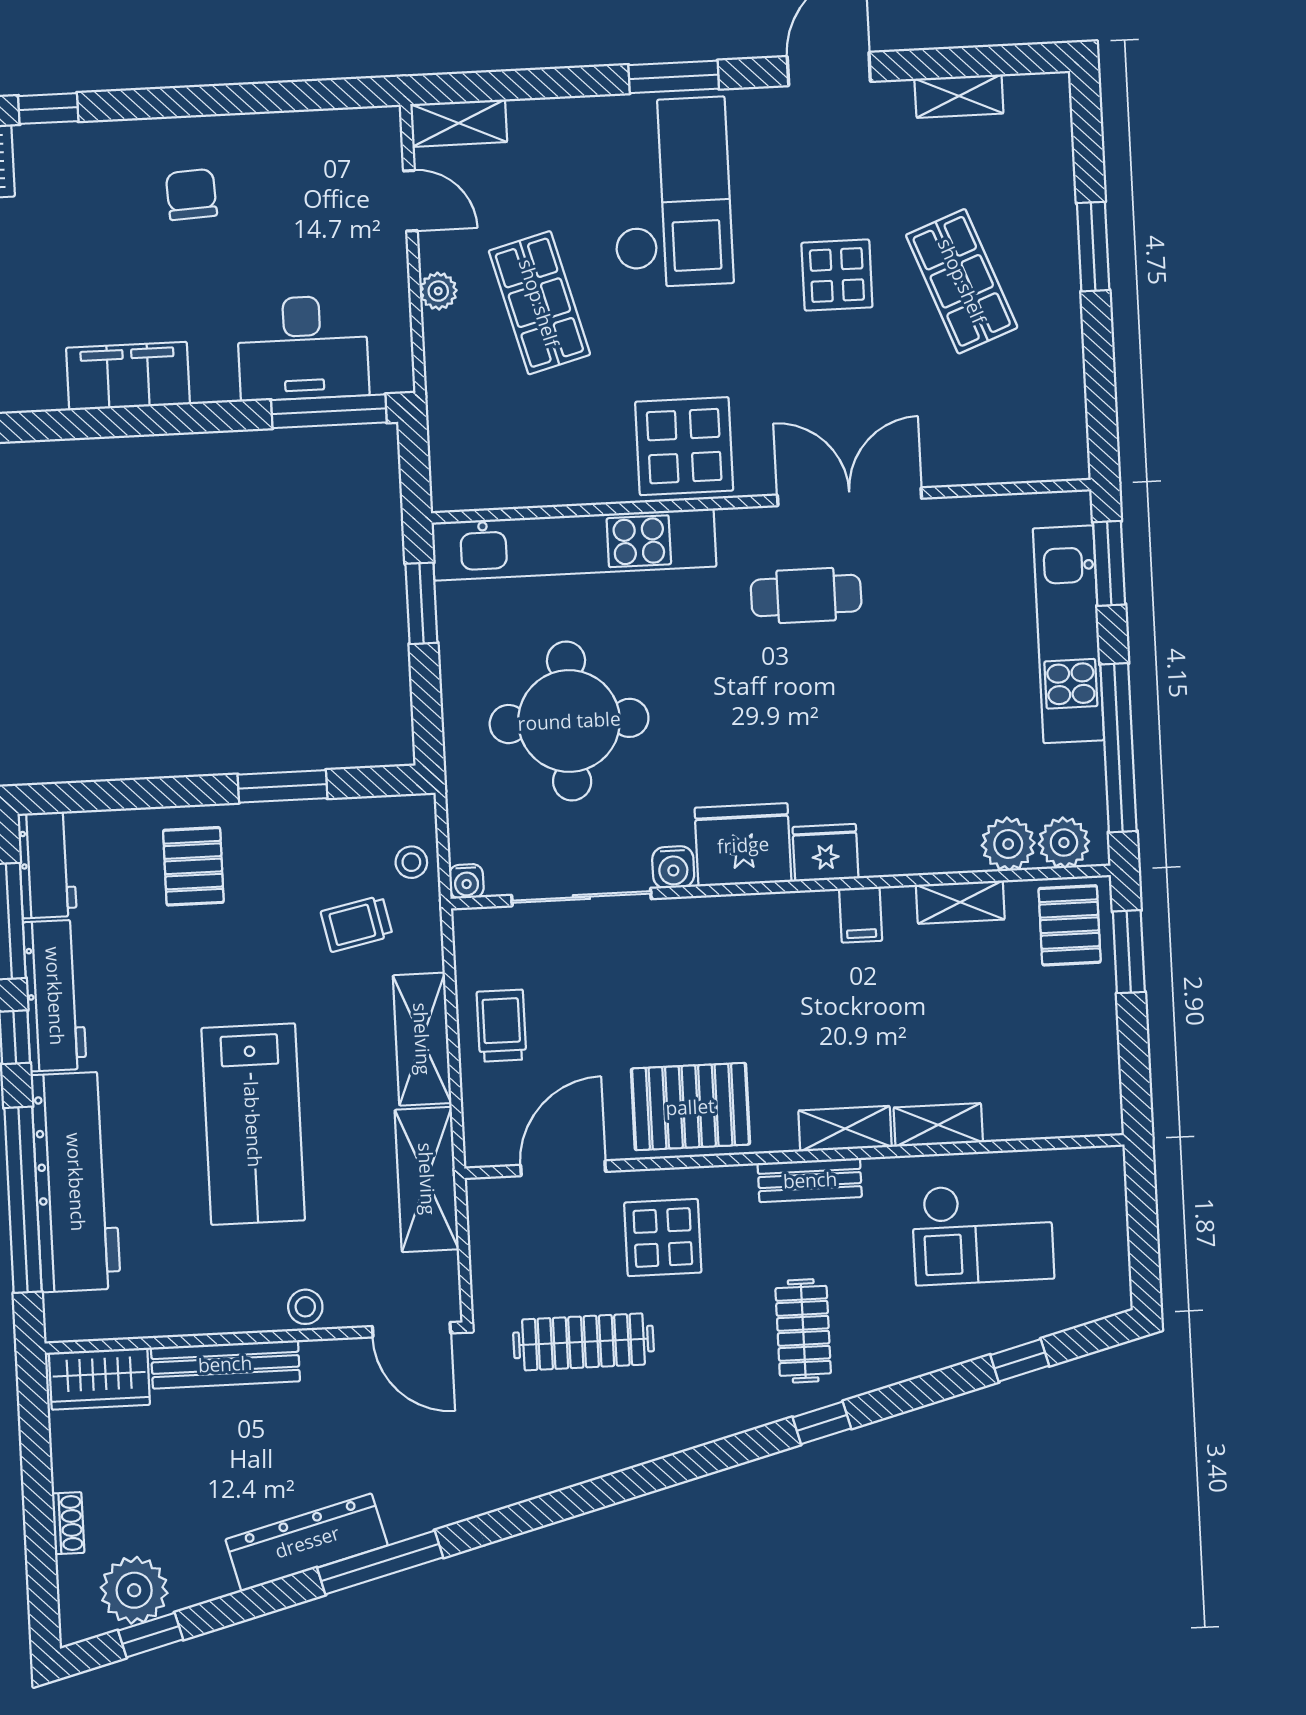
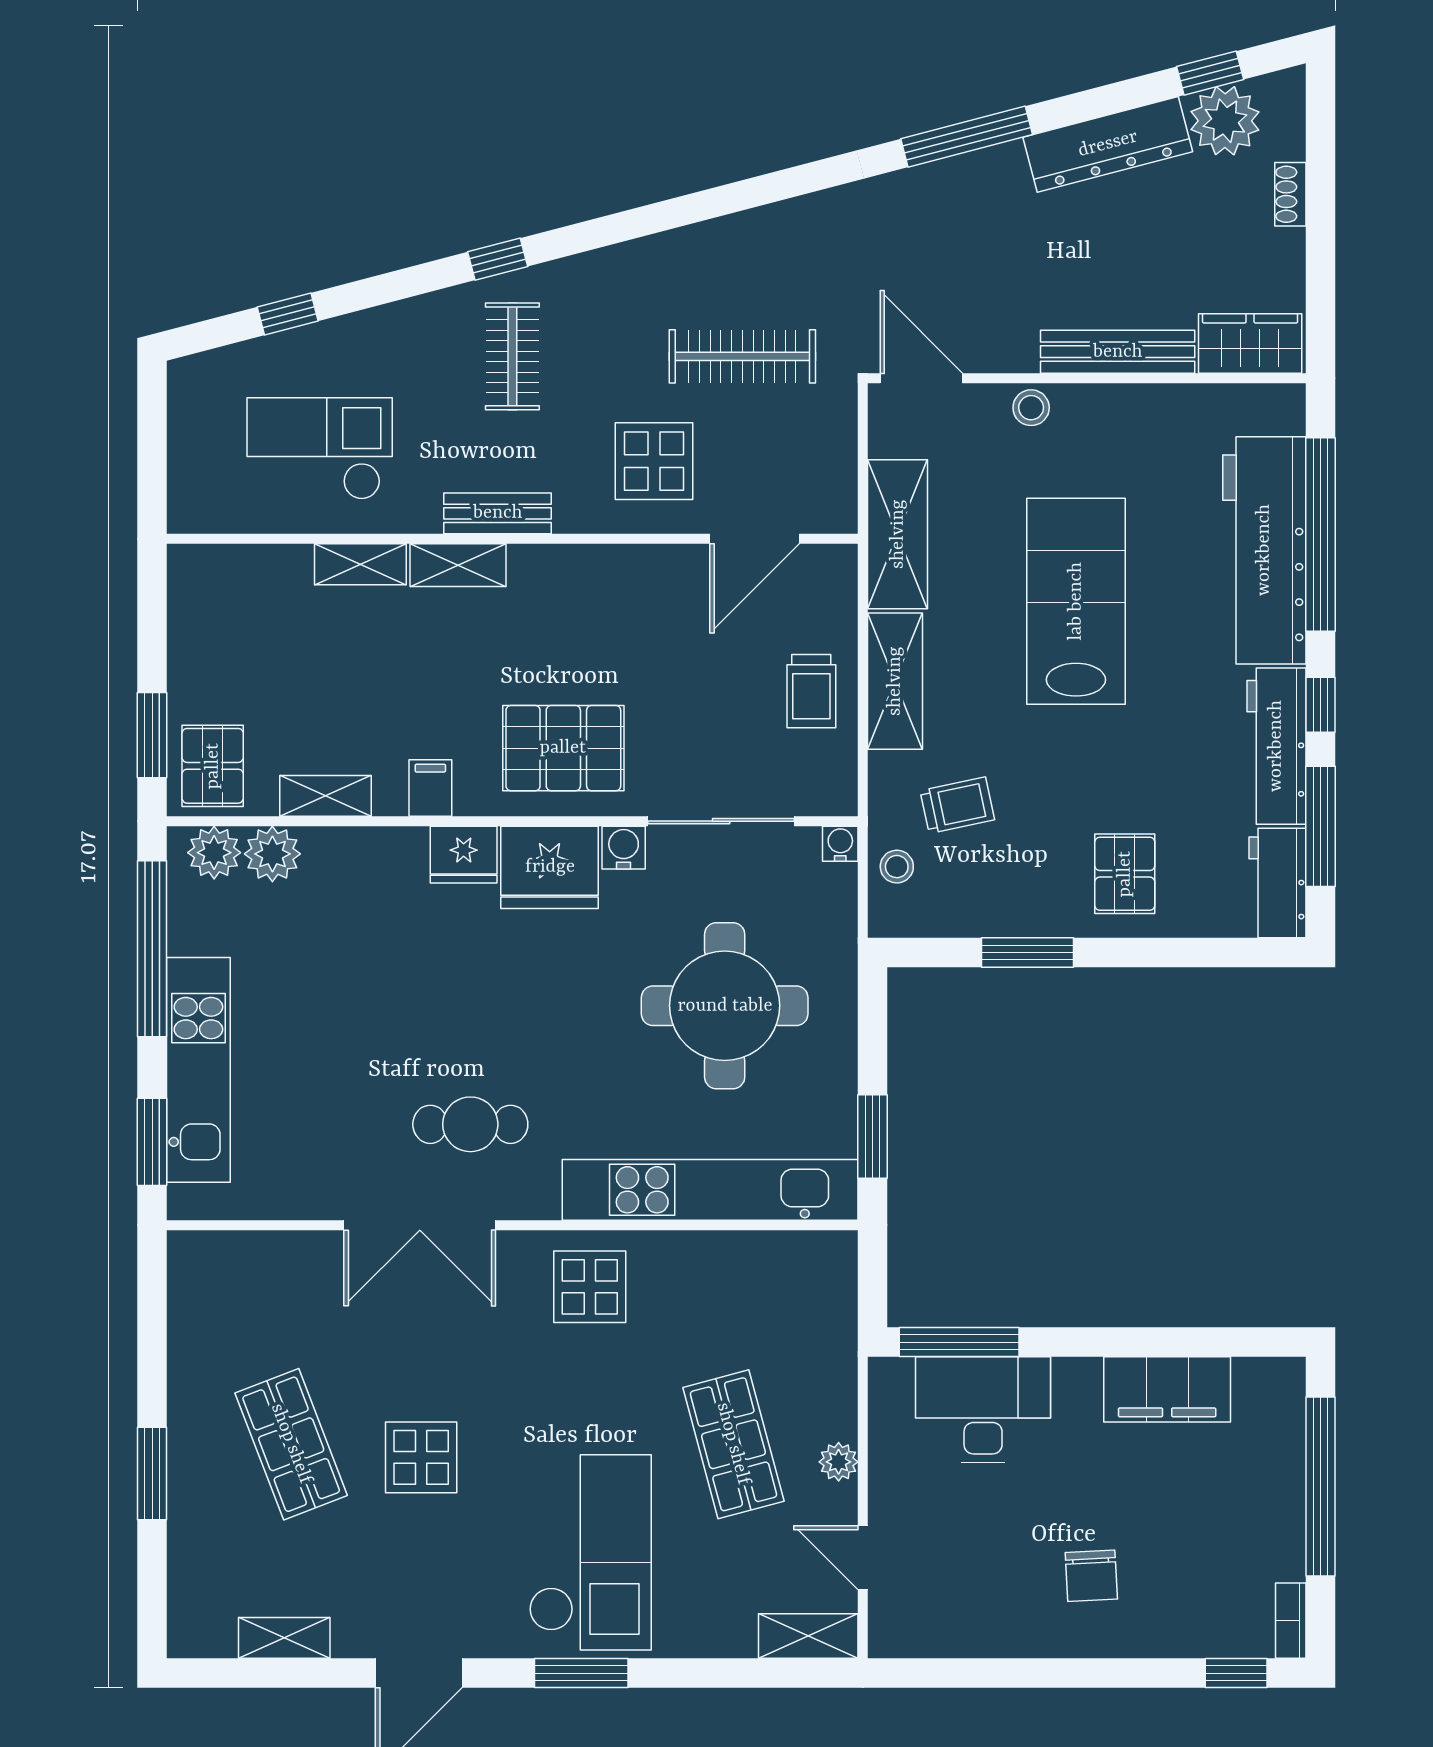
checkout: (671, 193) -> (590, 1552), turned 180
display table: (684, 446) -> (590, 1287), width x0.73, depth x0.73
pallet: (690, 1107) -> (563, 748), moved
dresser: (307, 1542) -> (1108, 144), moved

